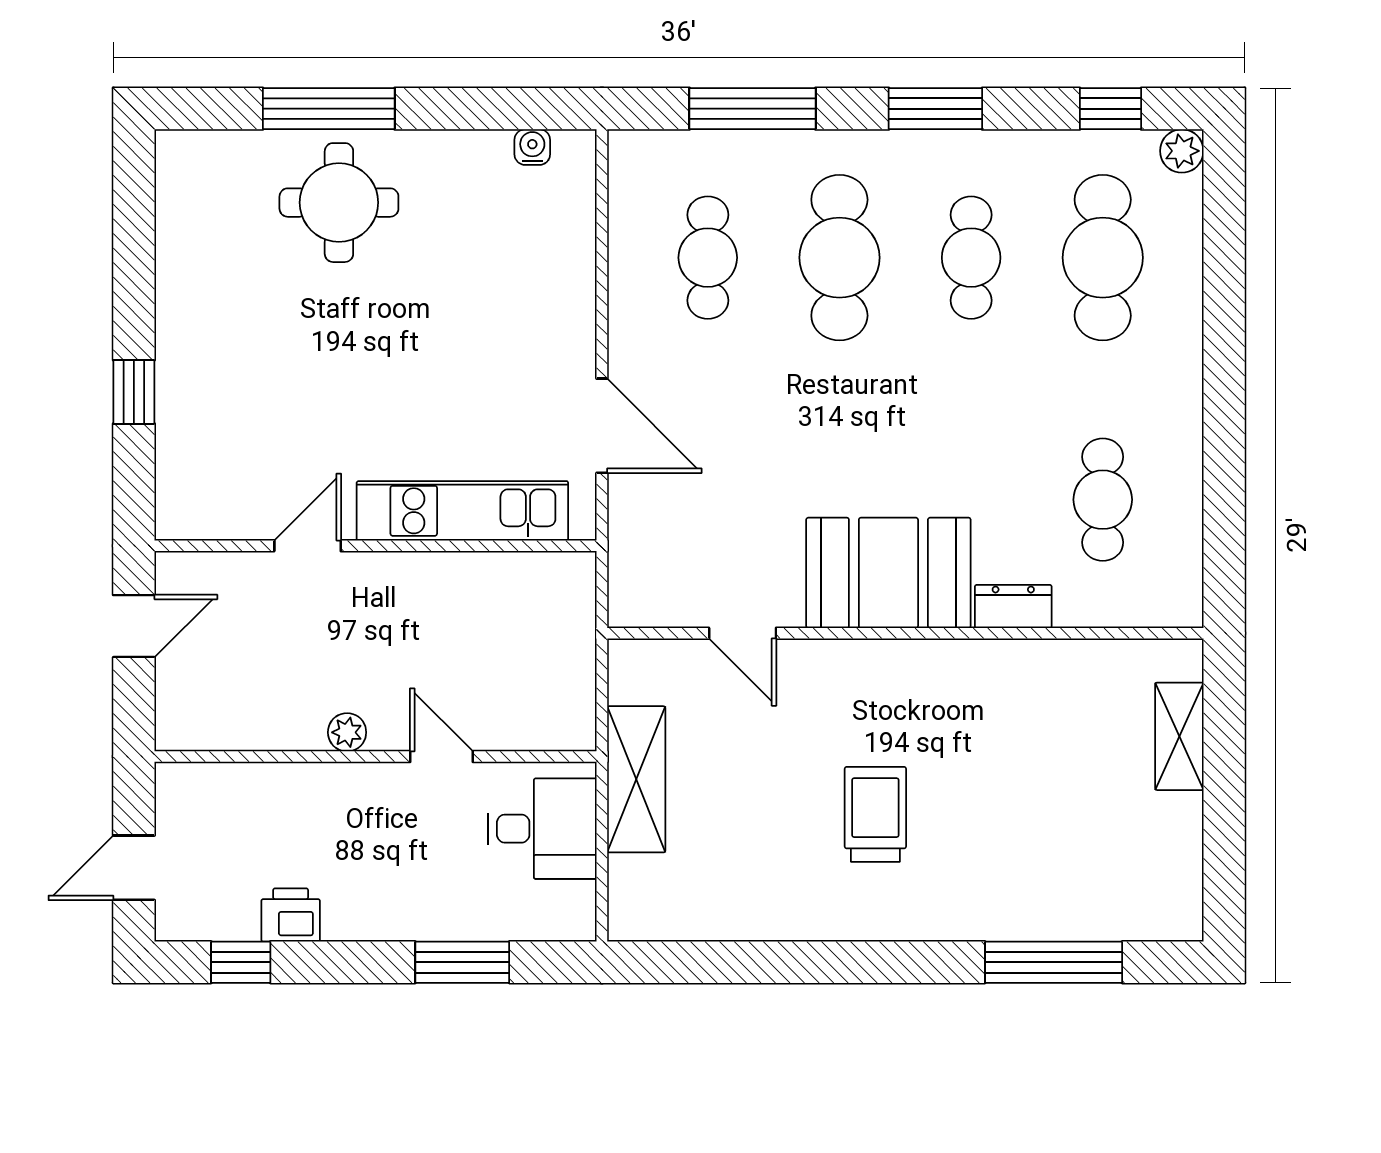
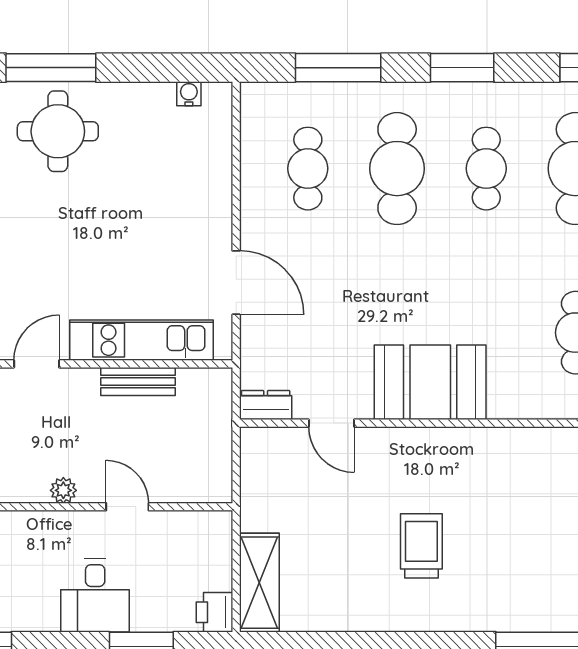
bench: (457, 572) -> (138, 381), added
dresser: (1013, 606) -> (266, 405), moved
shelving: (636, 779) -> (259, 583), moved
desk: (542, 829) -> (95, 595), moved, turned 90
printer: (291, 915) -> (214, 612), moved, turned -90

